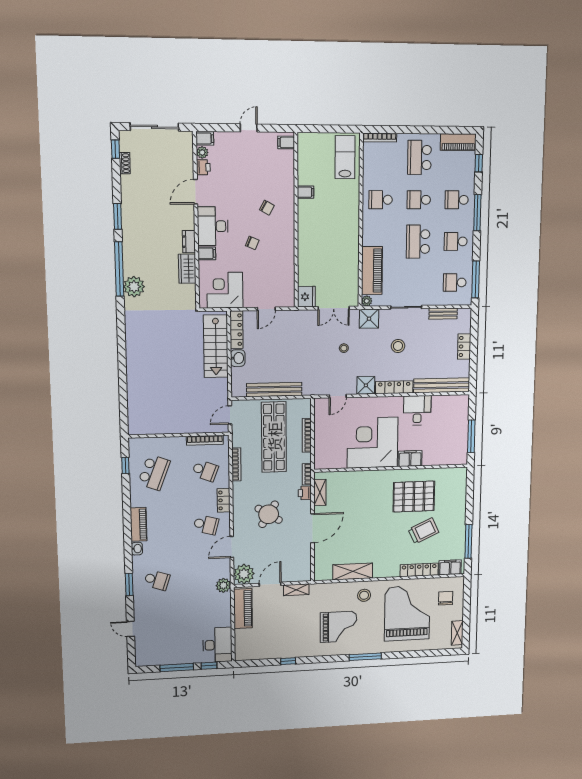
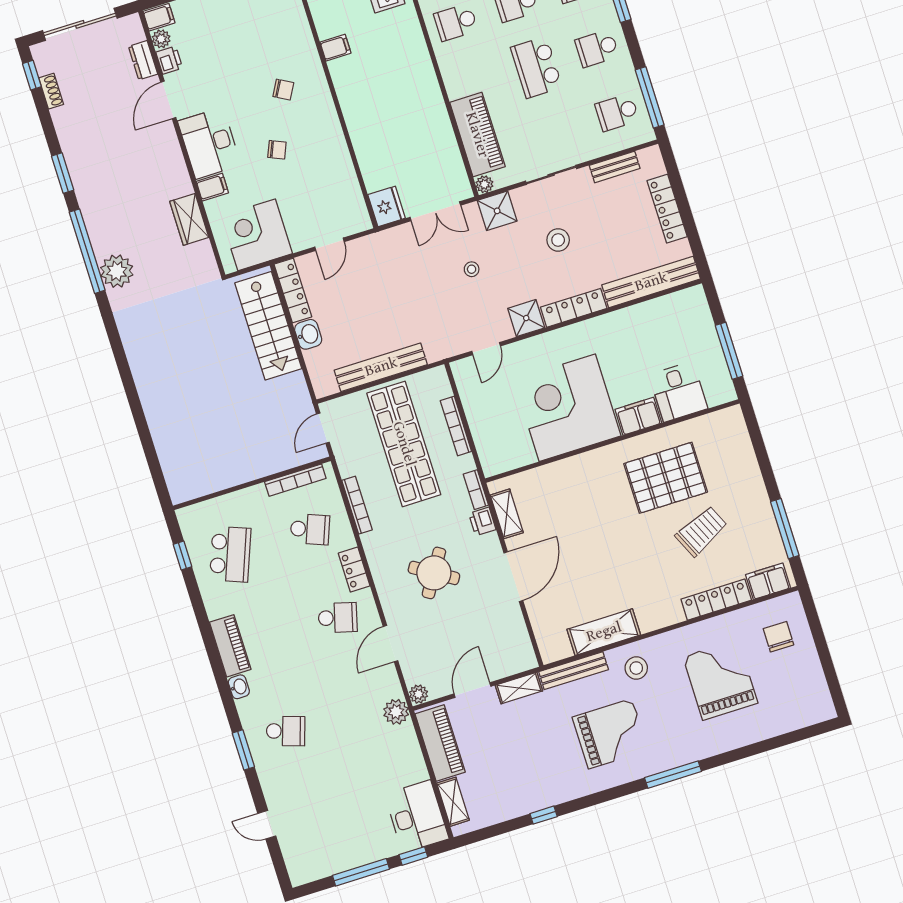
dresser: (189, 242) -> (143, 60), moved
locker: (464, 346) -> (667, 209), width x1.53
desk: (417, 410) -> (678, 392), moved, turned 180
plant: (244, 574) -> (419, 694), width x0.53, depth x0.53
bench: (329, 588) -> (574, 671), added
grand piano: (407, 613) -> (720, 680), width x0.73, depth x0.68
shelving: (457, 633) -> (453, 802), moved

